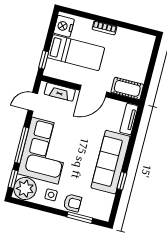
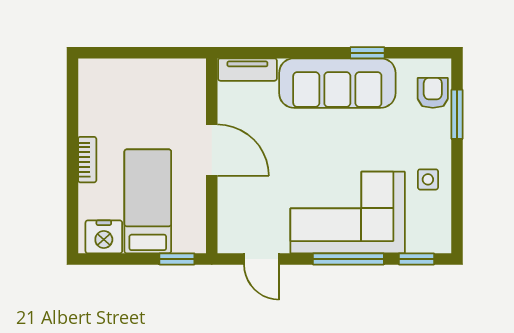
cot: (127, 88) -> (190, 87), removed
fireplace: (60, 92) -> (230, 213), removed
plant: (25, 189) -> (429, 232), removed
armchair: (72, 203) -> (433, 93), moved

